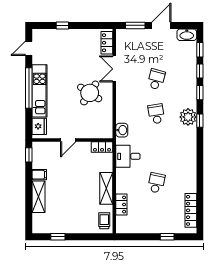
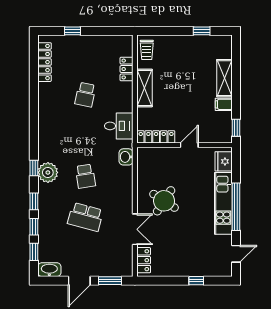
school desk: (156, 79) -> (85, 217), width x1.85
locker: (102, 147) -> (156, 137), width x1.53

